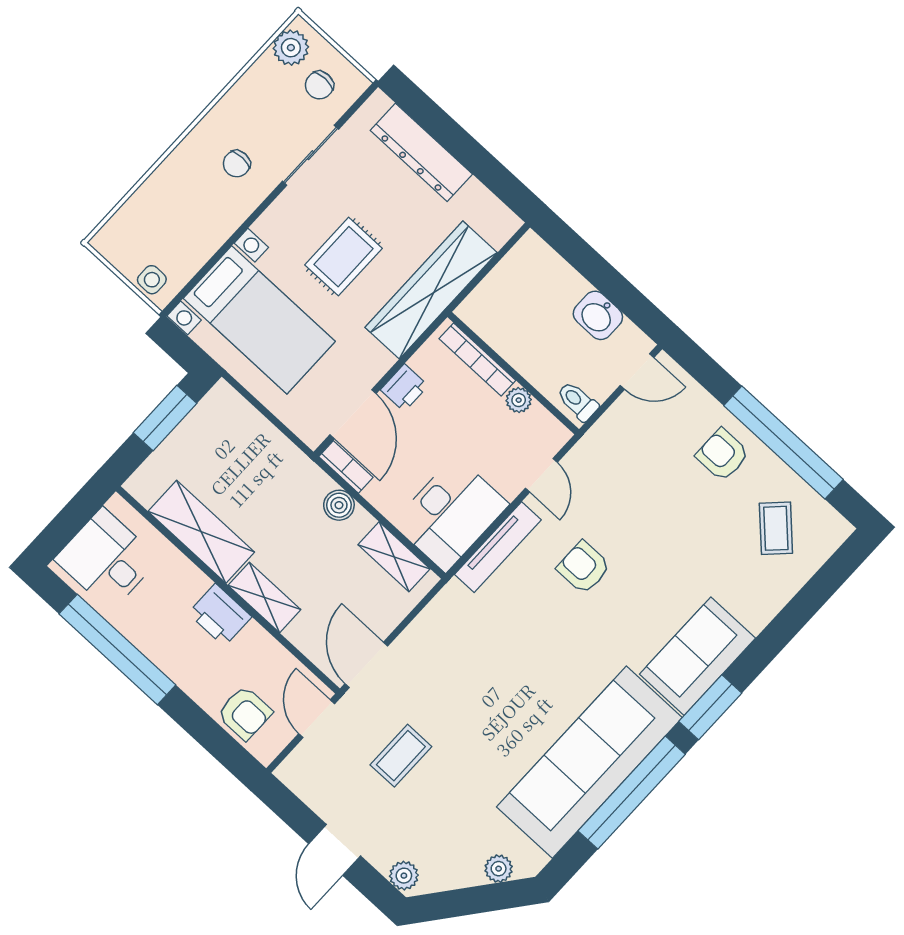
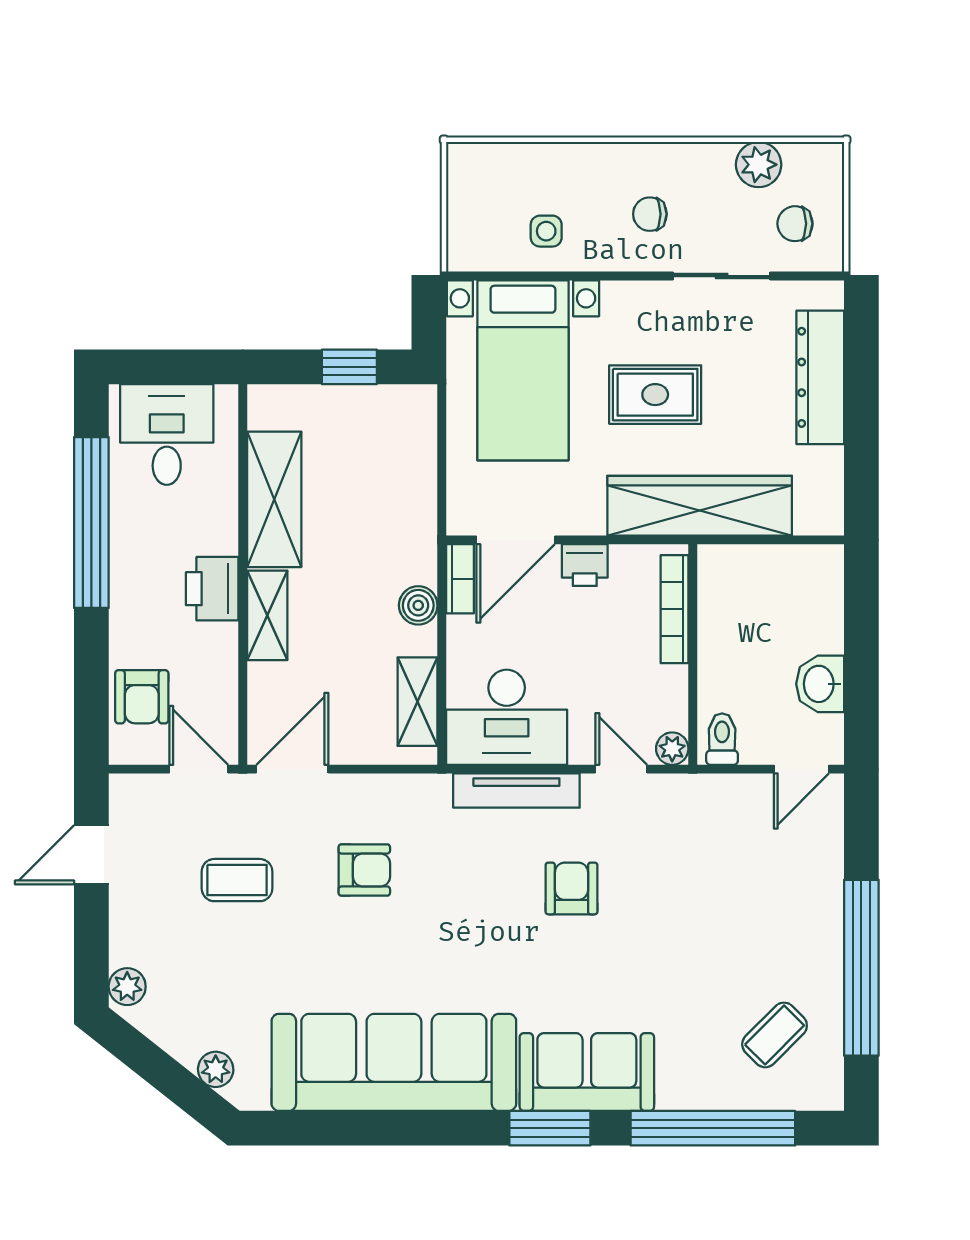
plant: (291, 48) -> (759, 165), moved
side table: (152, 280) -> (546, 231), moved
door: (637, 371) -> (801, 769), hinge flipped
plant: (519, 400) -> (672, 749), moved
window: (165, 418) -> (349, 367), width x0.67
armchair: (722, 455) -> (364, 870), moved, turned 90
door: (541, 475) -> (621, 769), swing flipped
door: (317, 719) -> (199, 769), hinge flipped
window: (632, 793) -> (713, 1128), moved
door: (335, 850) -> (91, 855), moved

